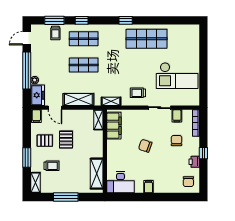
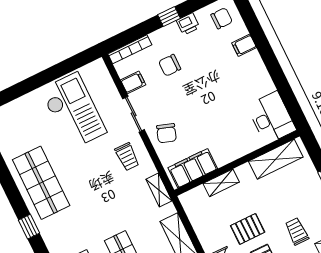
shelving: (98, 120) -> (221, 183), moved
chair: (145, 146) -> (166, 133), moved
filing cabinet: (148, 187) -> (244, 45), moved

